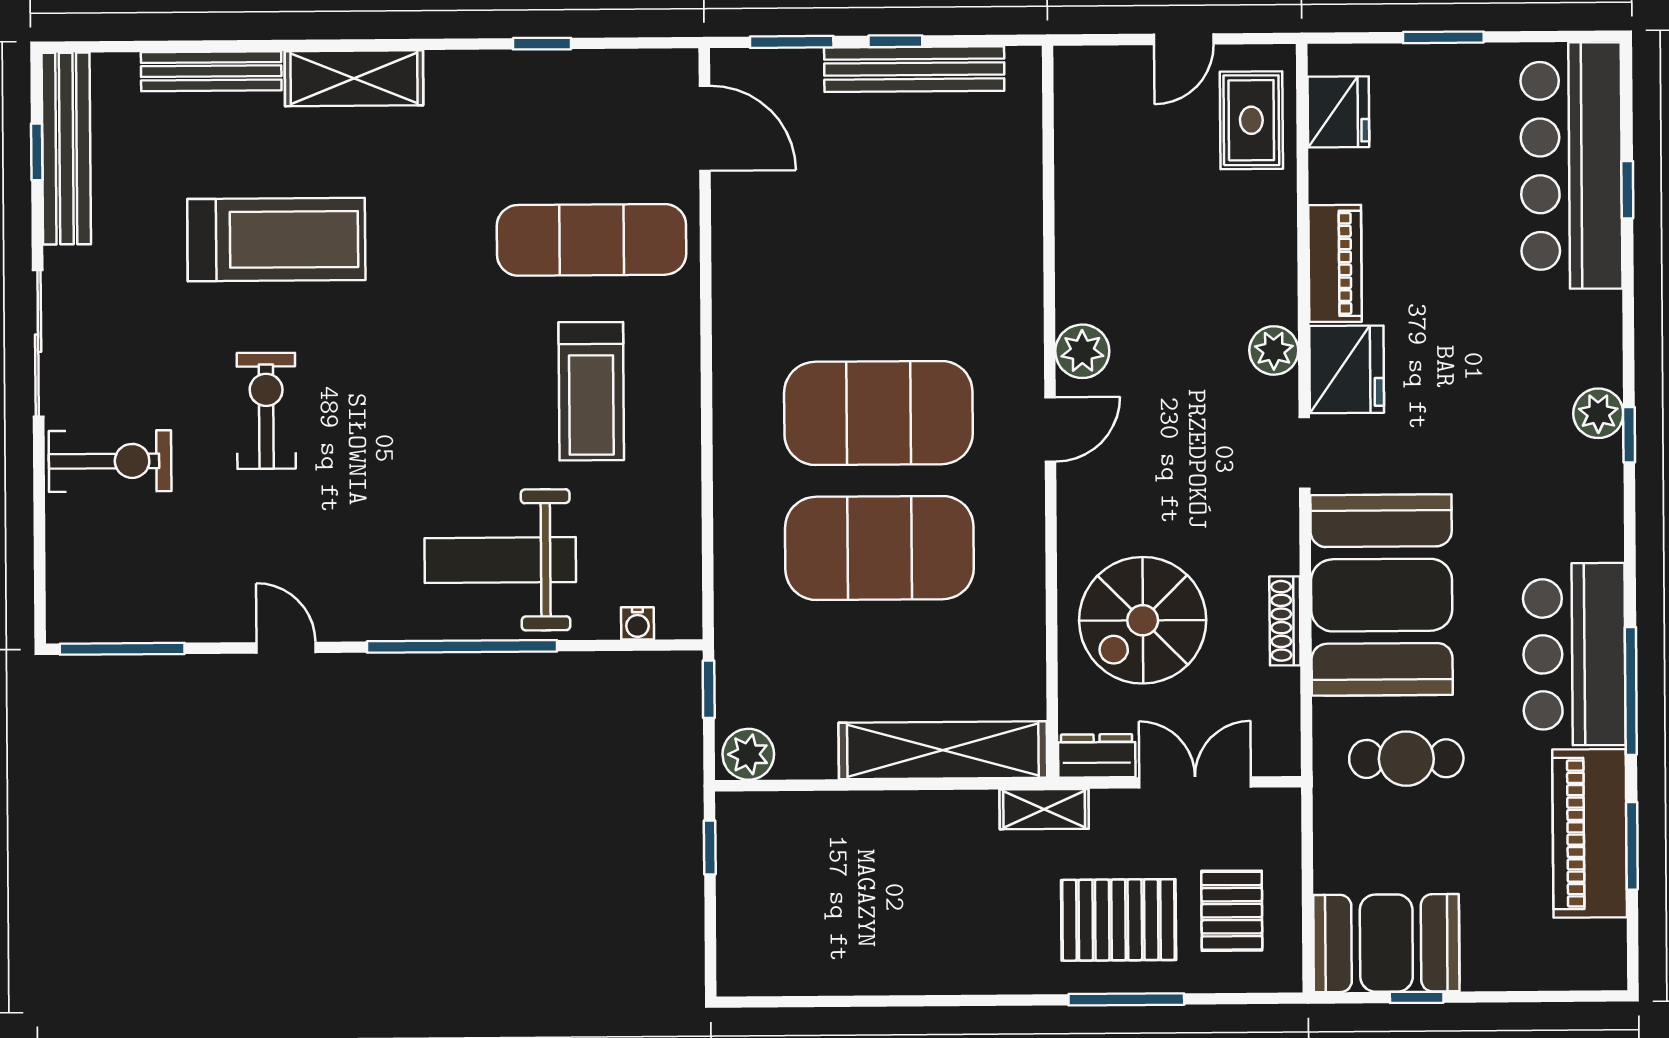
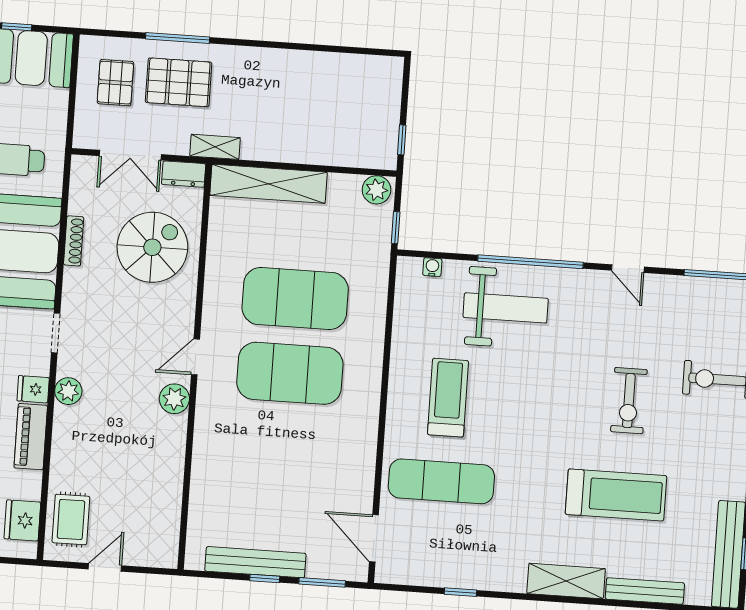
treadmill: (276, 240) -> (616, 495), turned 180
fridge: (1347, 369) -> (33, 389), width x0.53, depth x0.75

